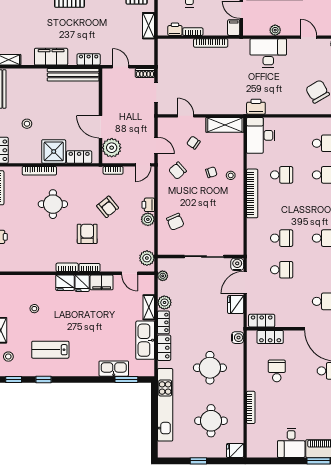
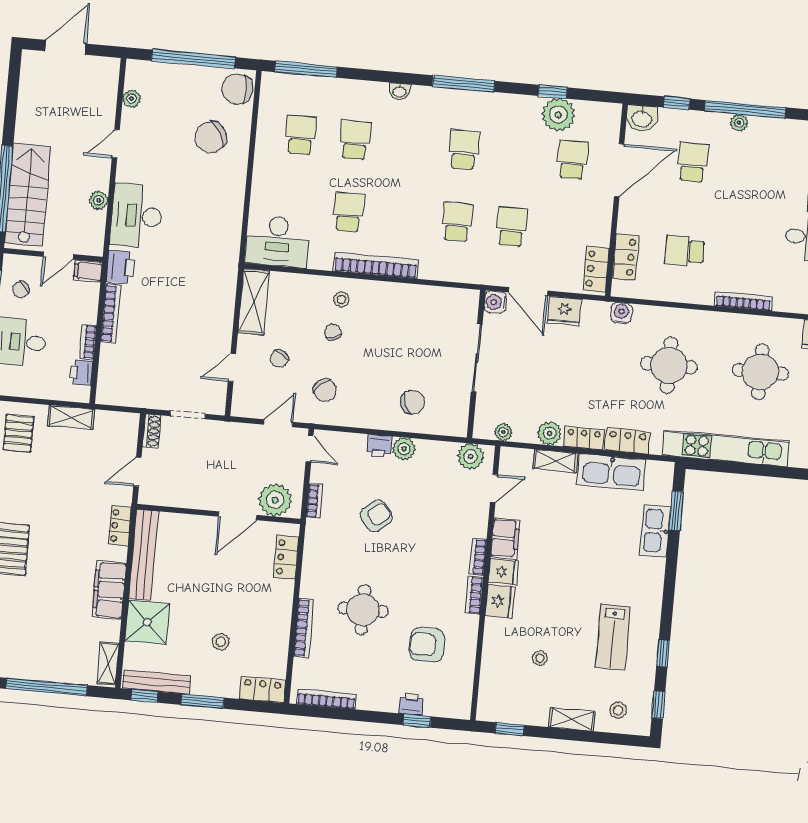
printer: (256, 107) -> (120, 267), moved, turned 180
shower: (54, 151) -> (147, 622), moved
armchair: (87, 234) -> (427, 645), moved

